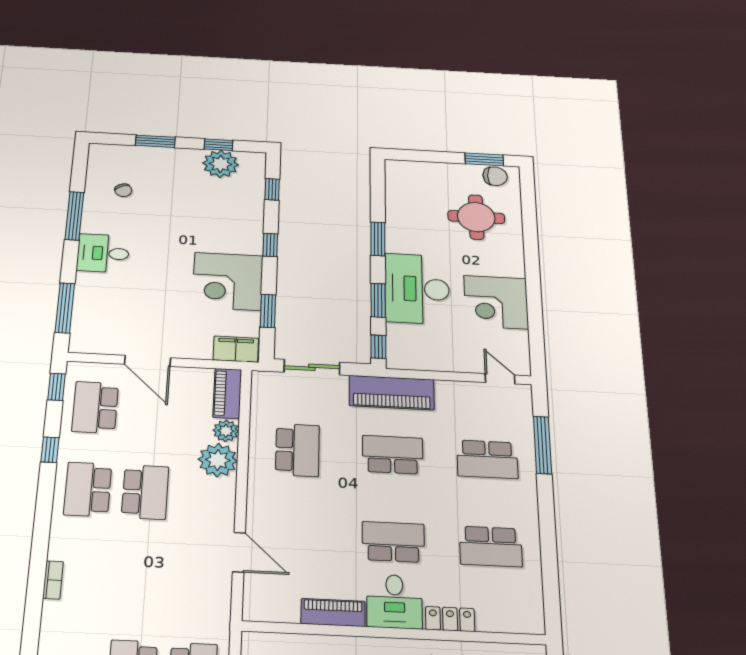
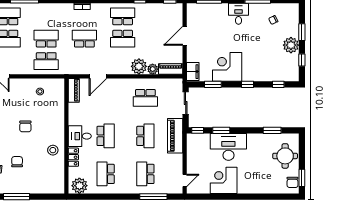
plant: (221, 164) -> (291, 45), moved
round table: (476, 217) -> (285, 156), moved
window: (378, 239) -> (272, 130), moved
school desk: (95, 407) -> (84, 39), moved
plant: (524, 608) -> (79, 186), added
piano: (333, 613) -> (74, 90), moved

